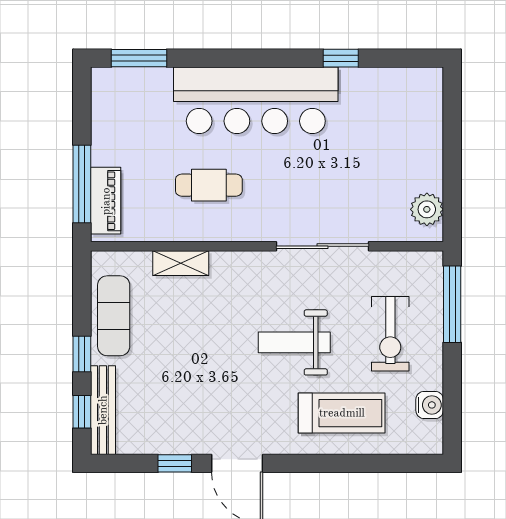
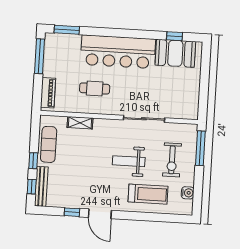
window: (341, 58) -> (175, 36), moved
booth: (384, 96) -> (175, 53), added
window: (82, 184) -> (39, 56), moved
plant: (427, 209) -> (192, 105), removed

